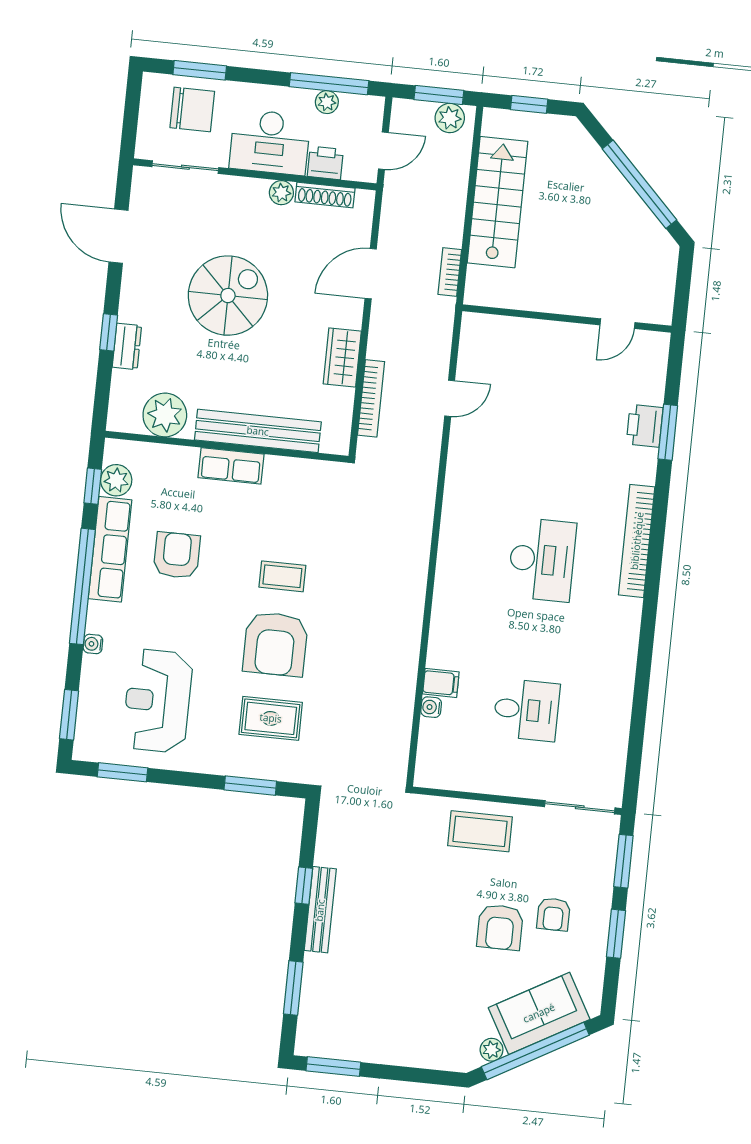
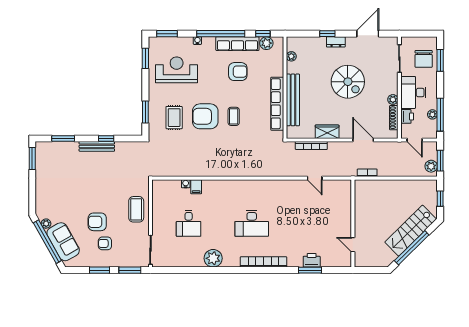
stairs: (497, 202) -> (411, 231), moved, turned 136
dresser: (127, 346) -> (336, 42), moved
plant: (165, 415) -> (291, 56), width x0.53, depth x0.53
row of seats: (231, 466) -> (277, 104), width x2.02
plant: (616, 660) -> (213, 258), added

